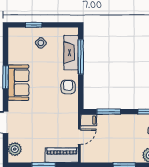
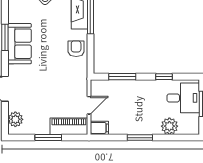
filing cabinet: (89, 120) -> (99, 128), moved

